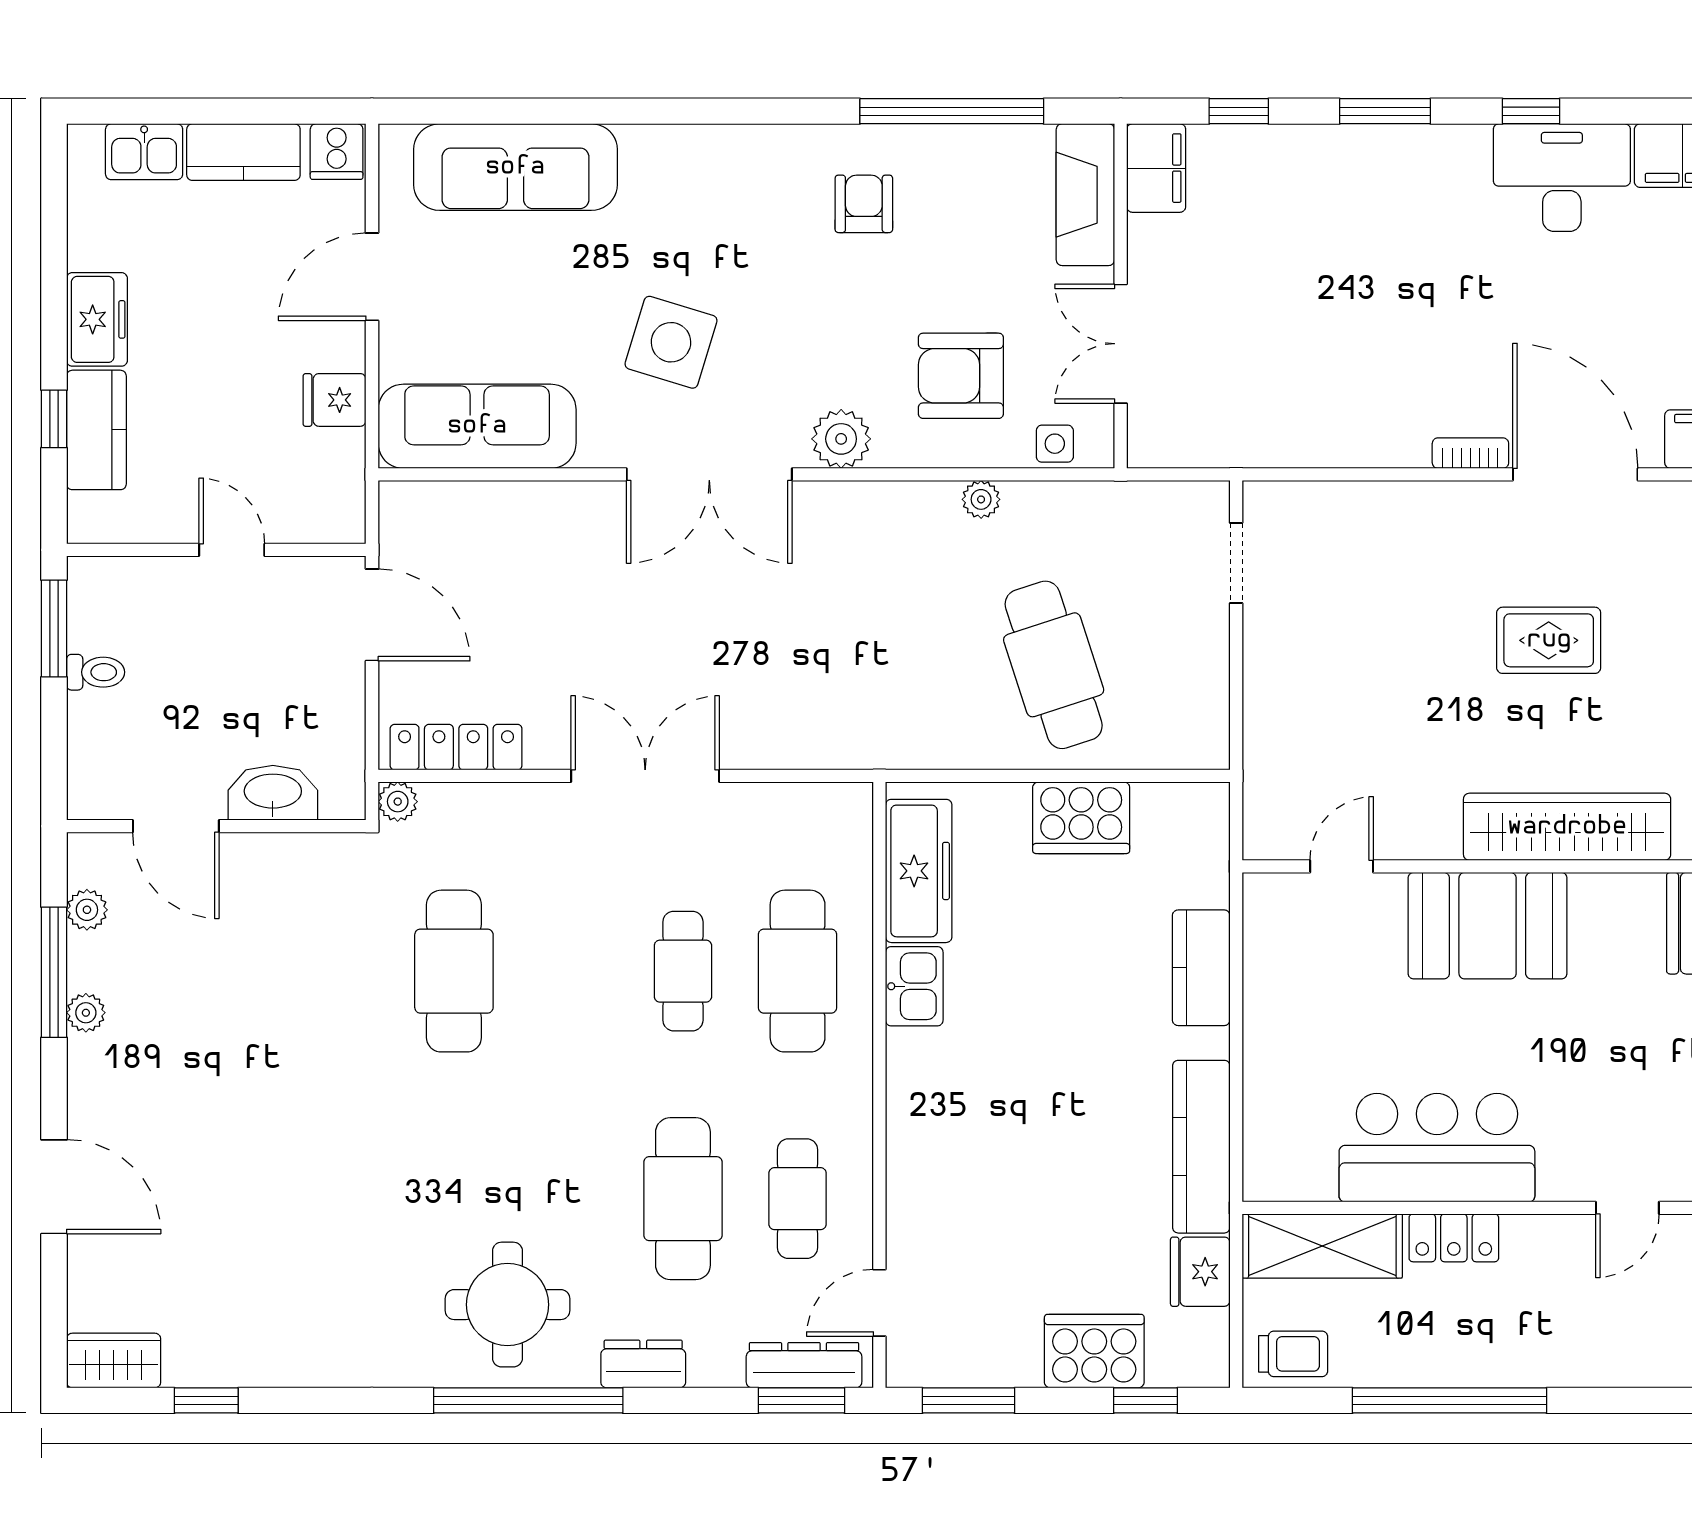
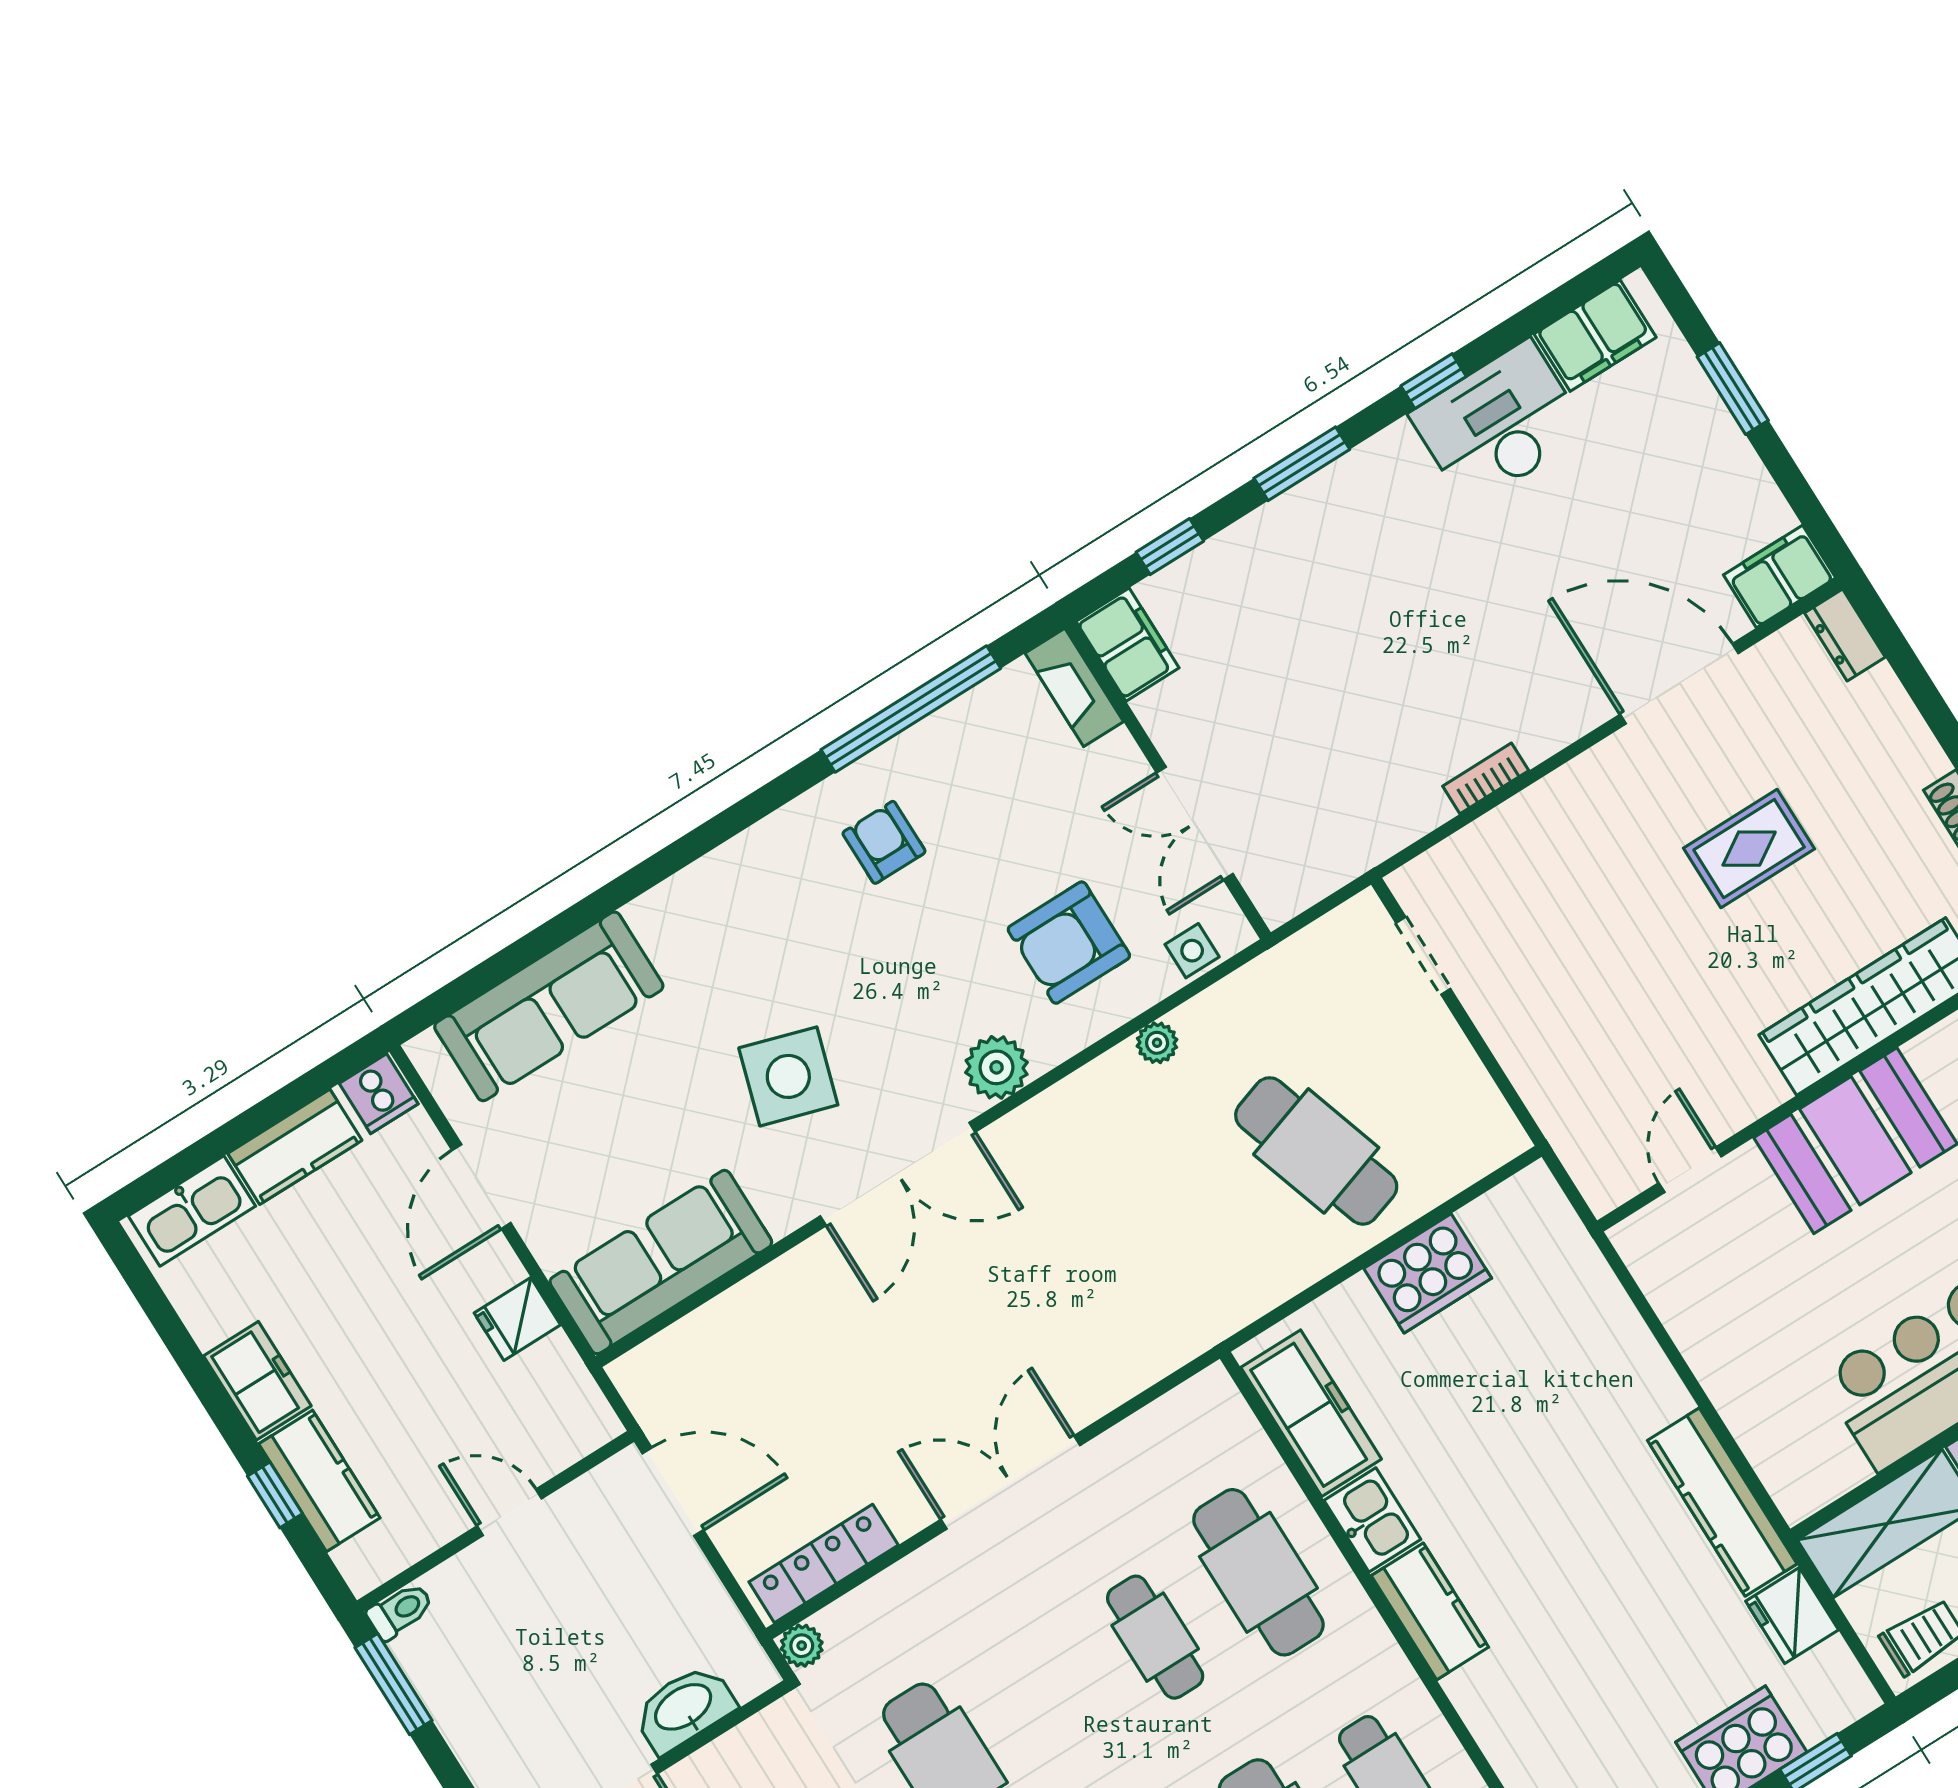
kitchen sink: (144, 152) -> (192, 1211), width x1.38
fireplace: (1085, 195) -> (1074, 687), width x0.73, depth x0.76
bookcase: (1470, 453) -> (1486, 778), moved
toilet: (96, 672) -> (400, 1611), moved
kitchen counter: (1201, 968) -> (1430, 1611), moved, turned 180

